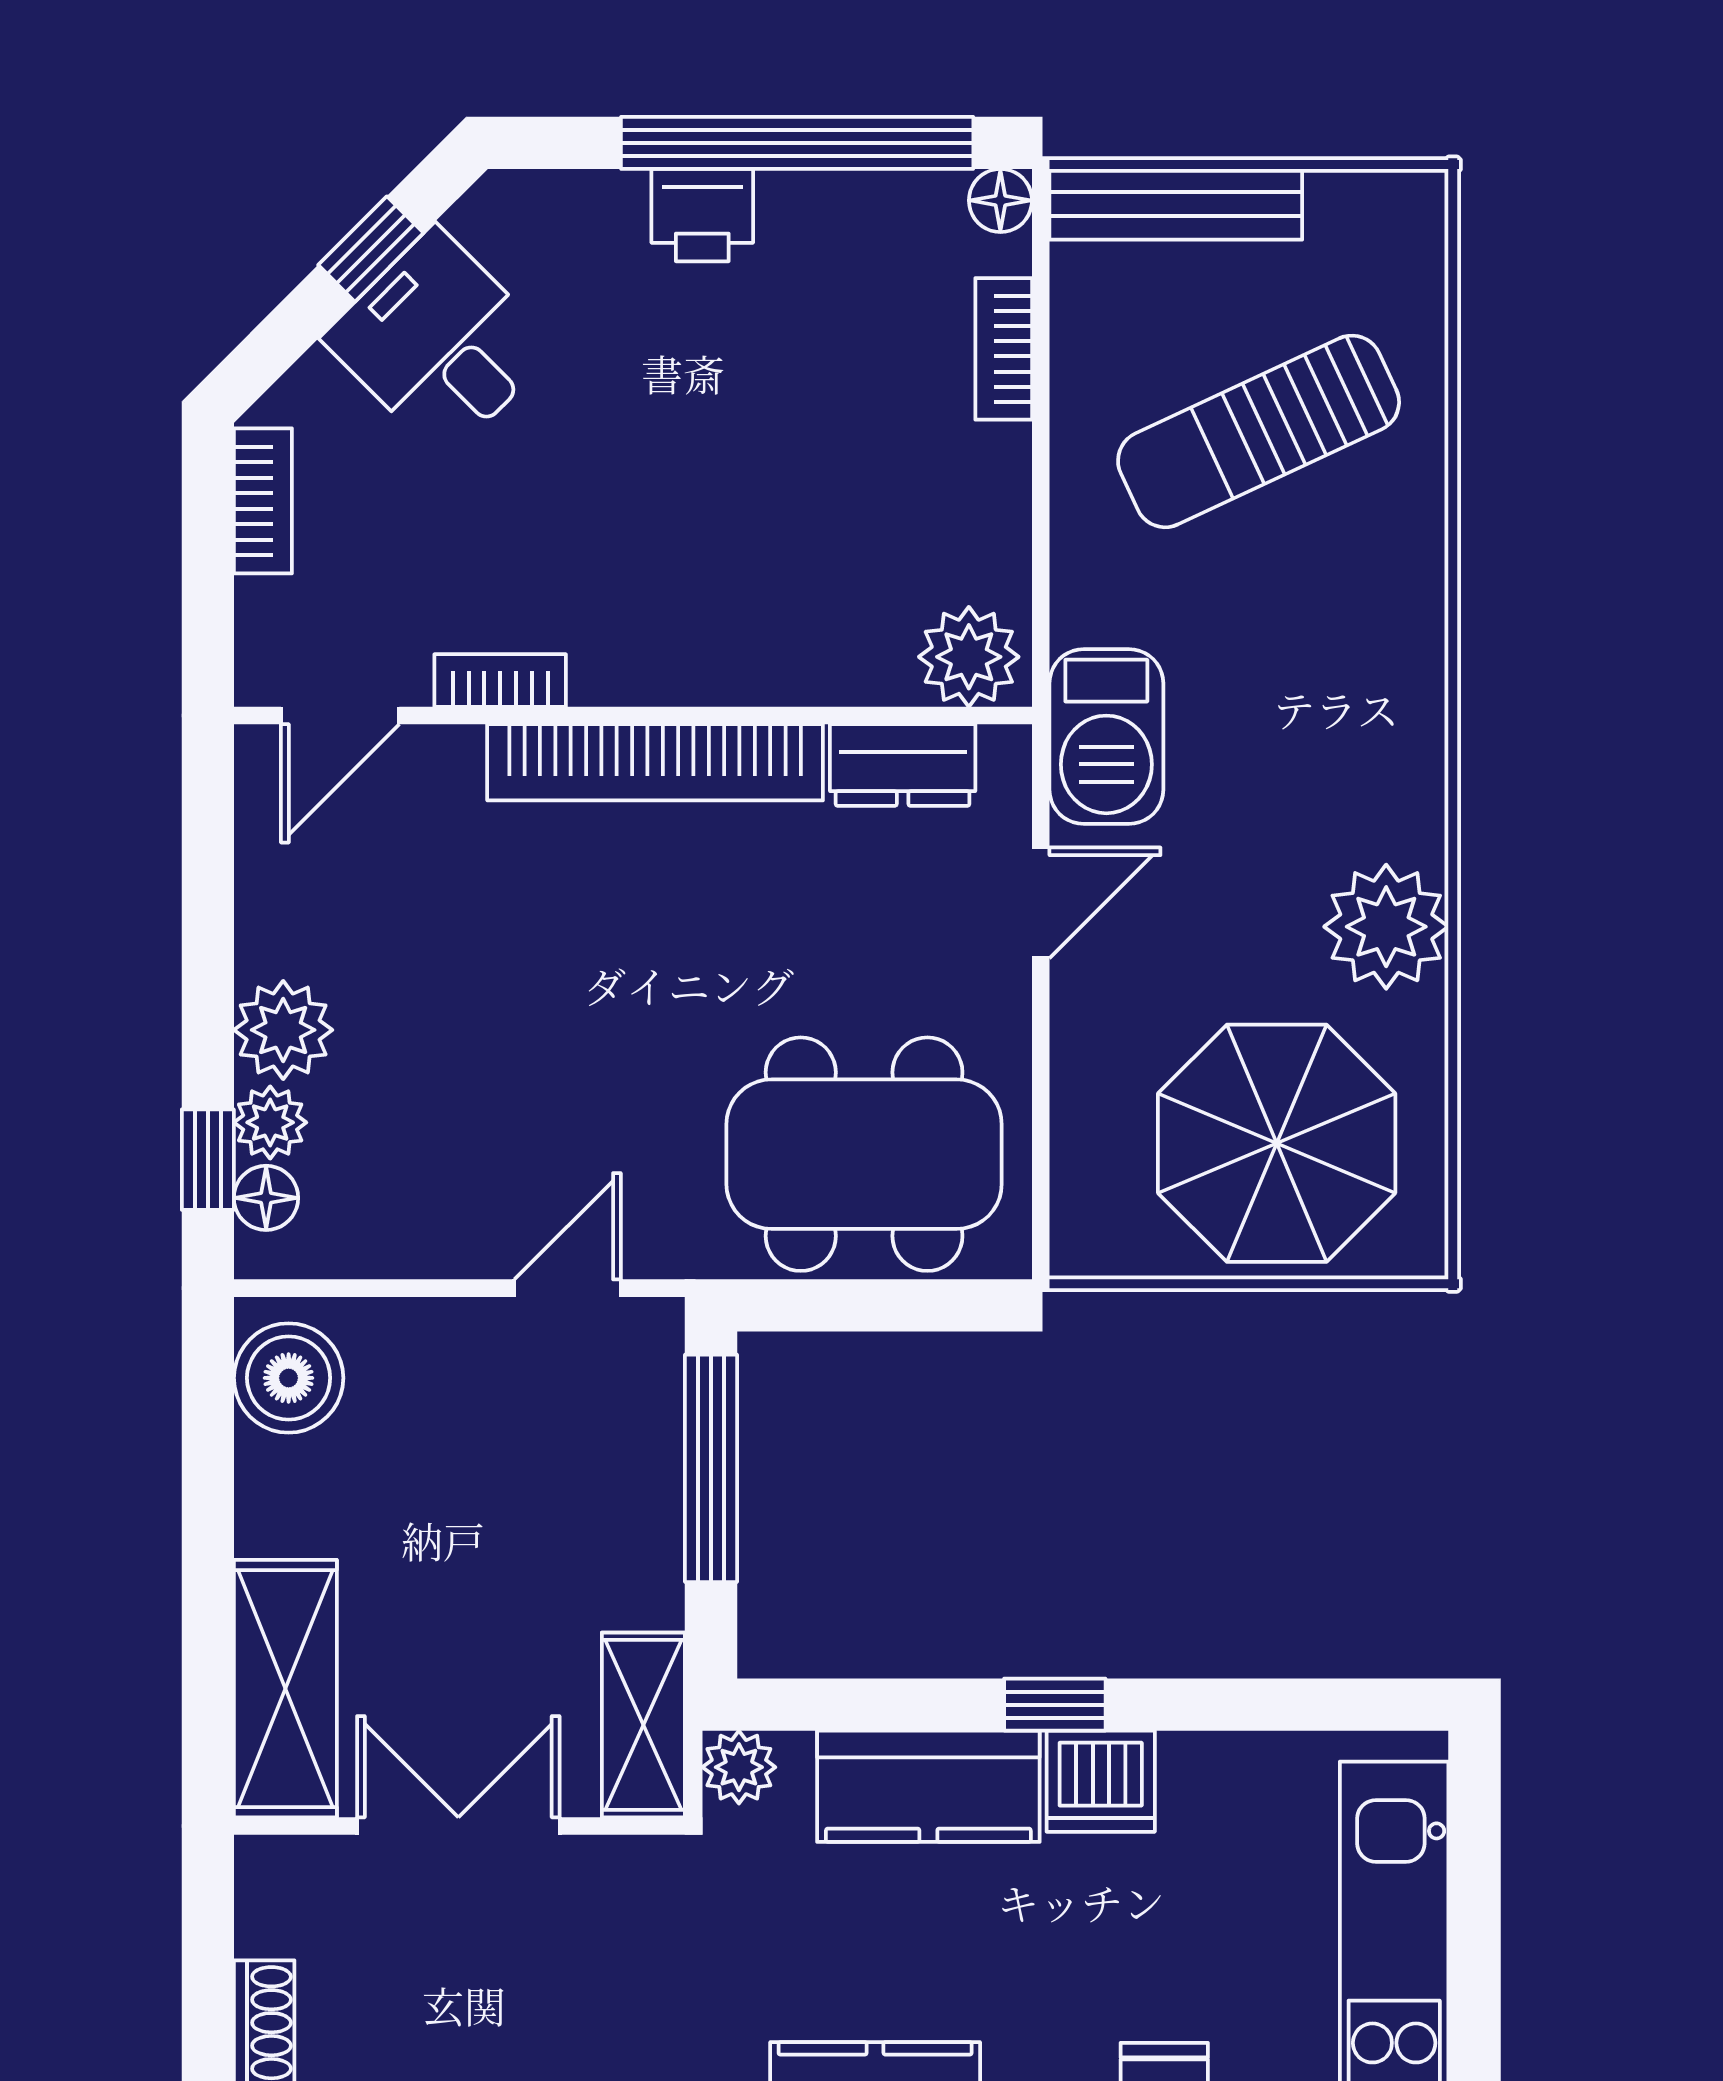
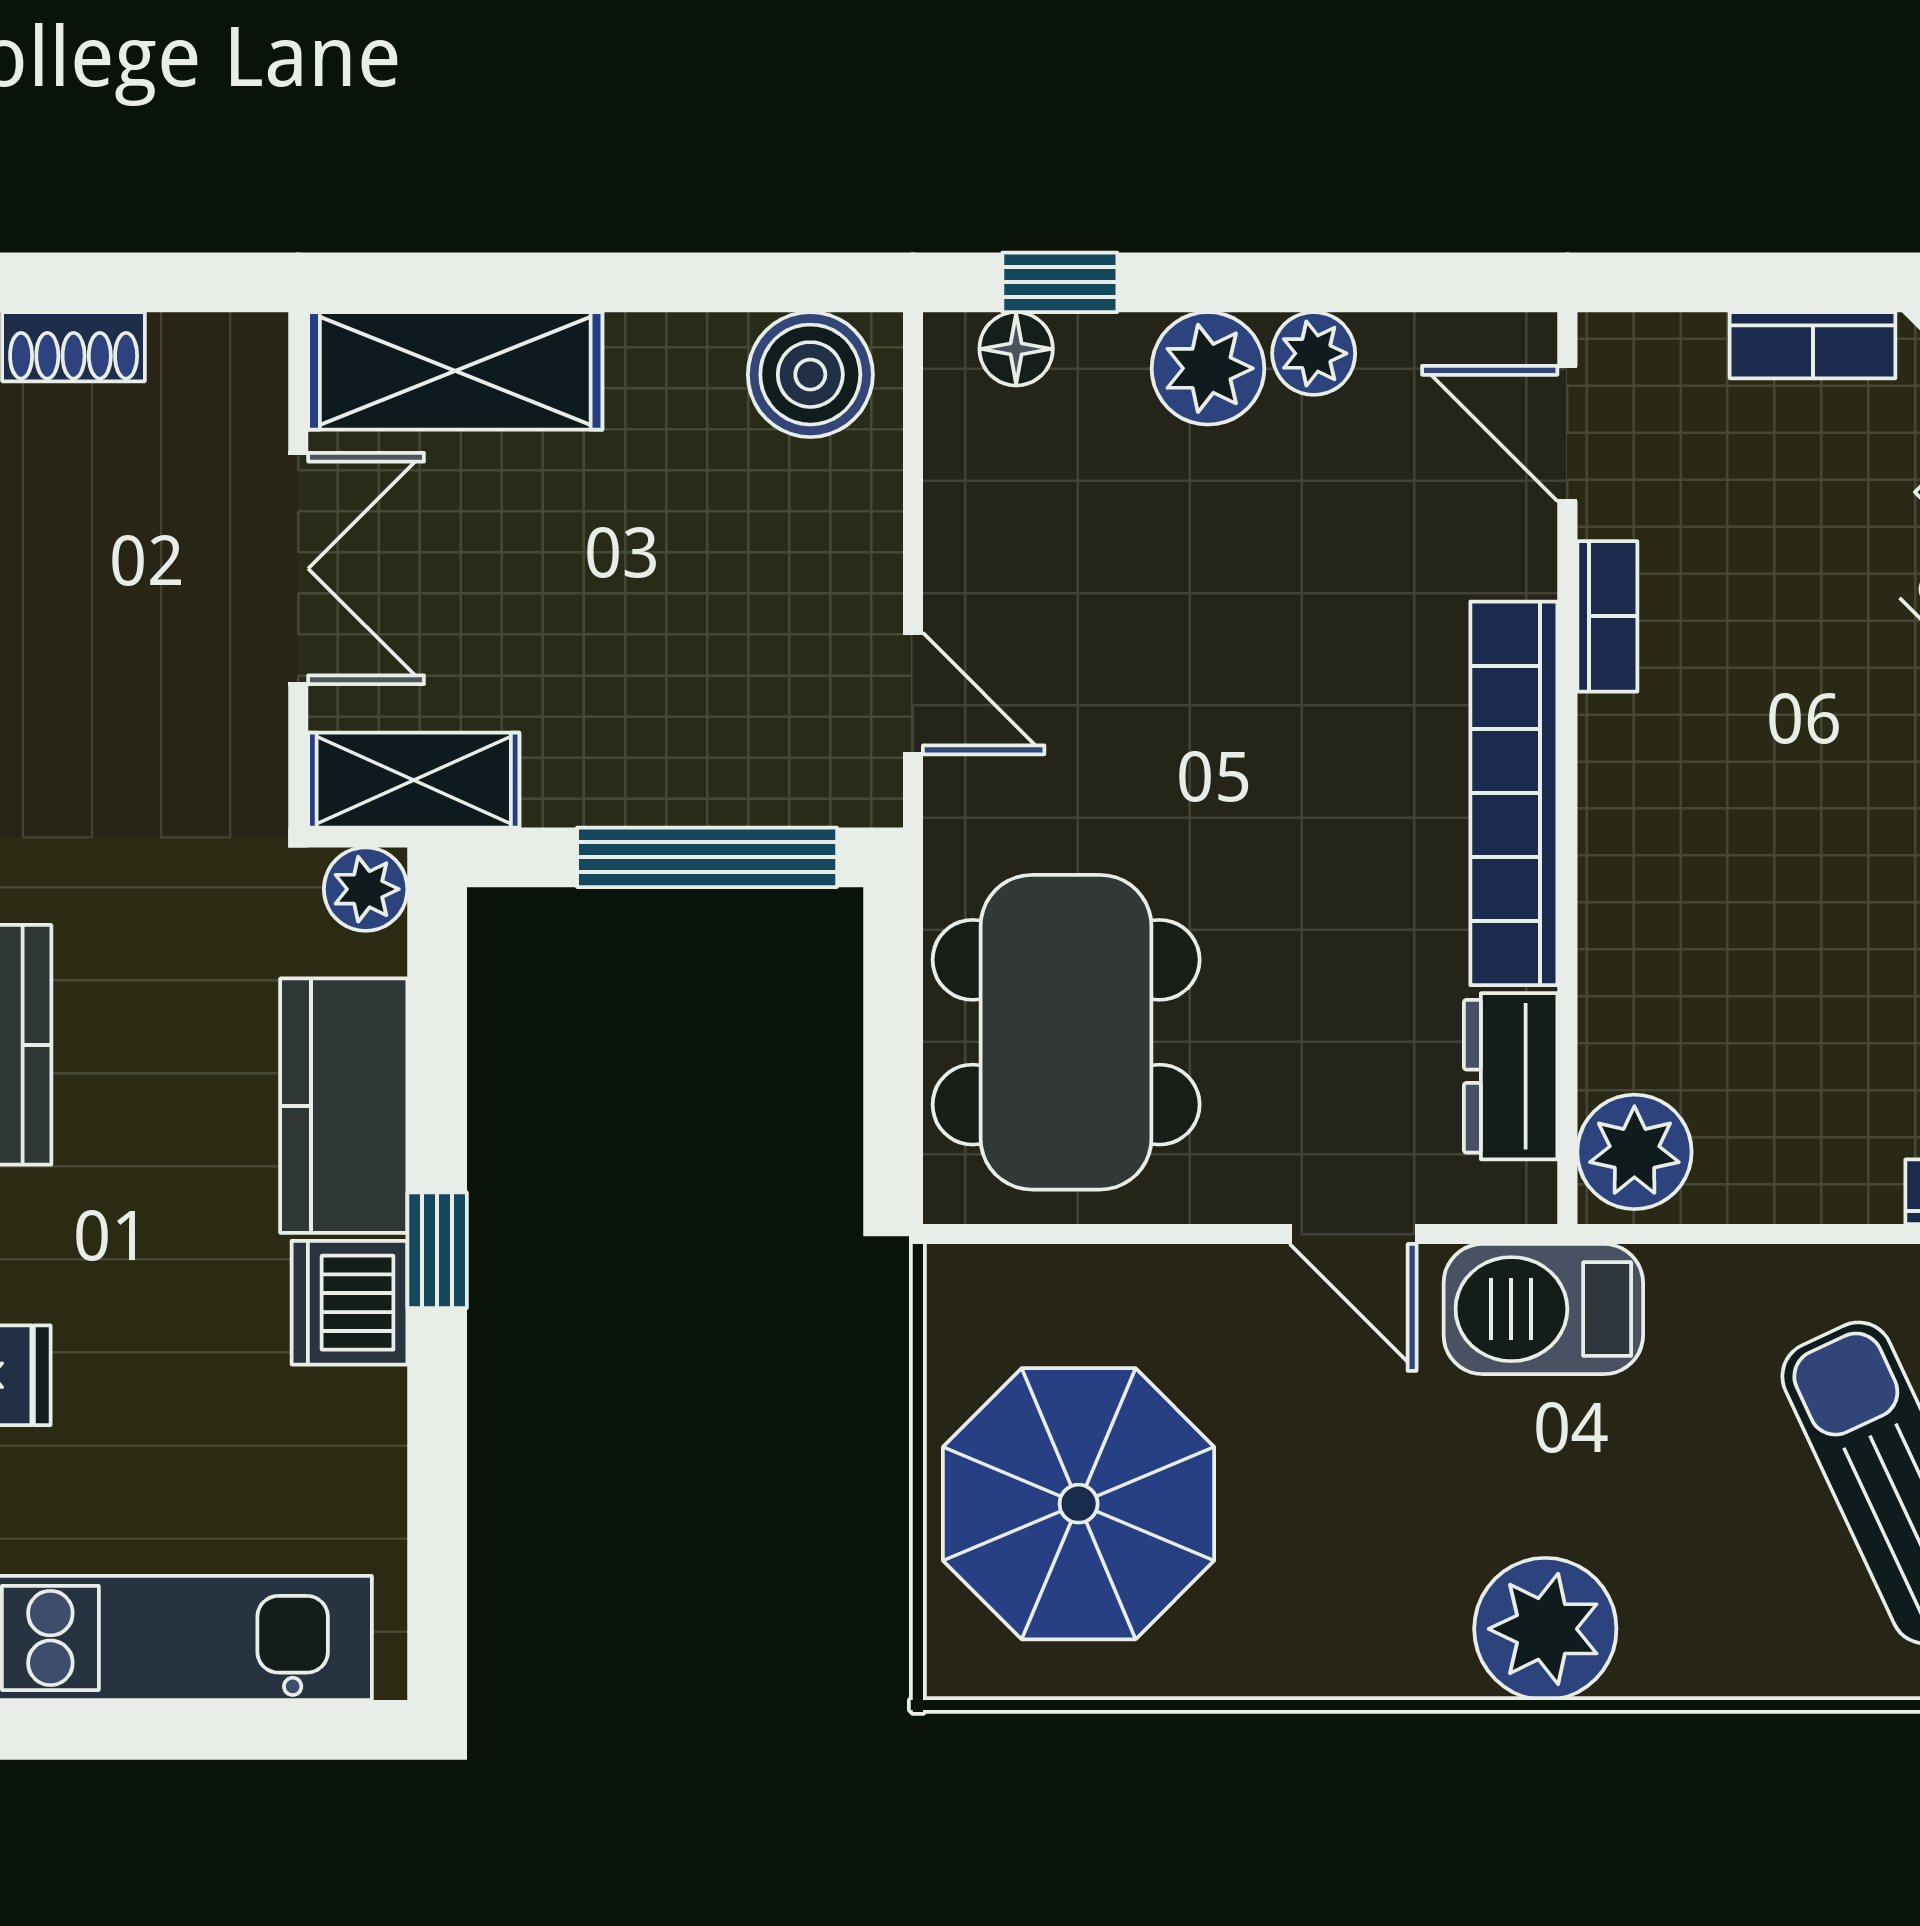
plant: (1386, 927) -> (1545, 1629), moved
plant: (270, 1122) -> (1314, 353), moved

